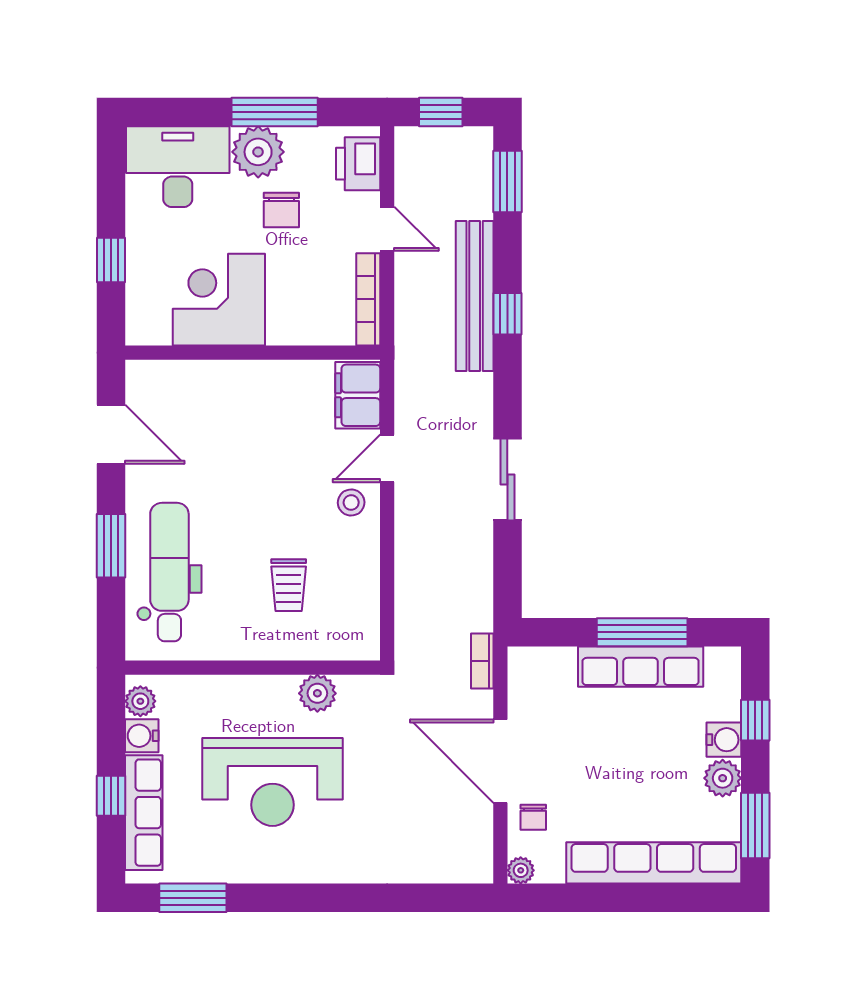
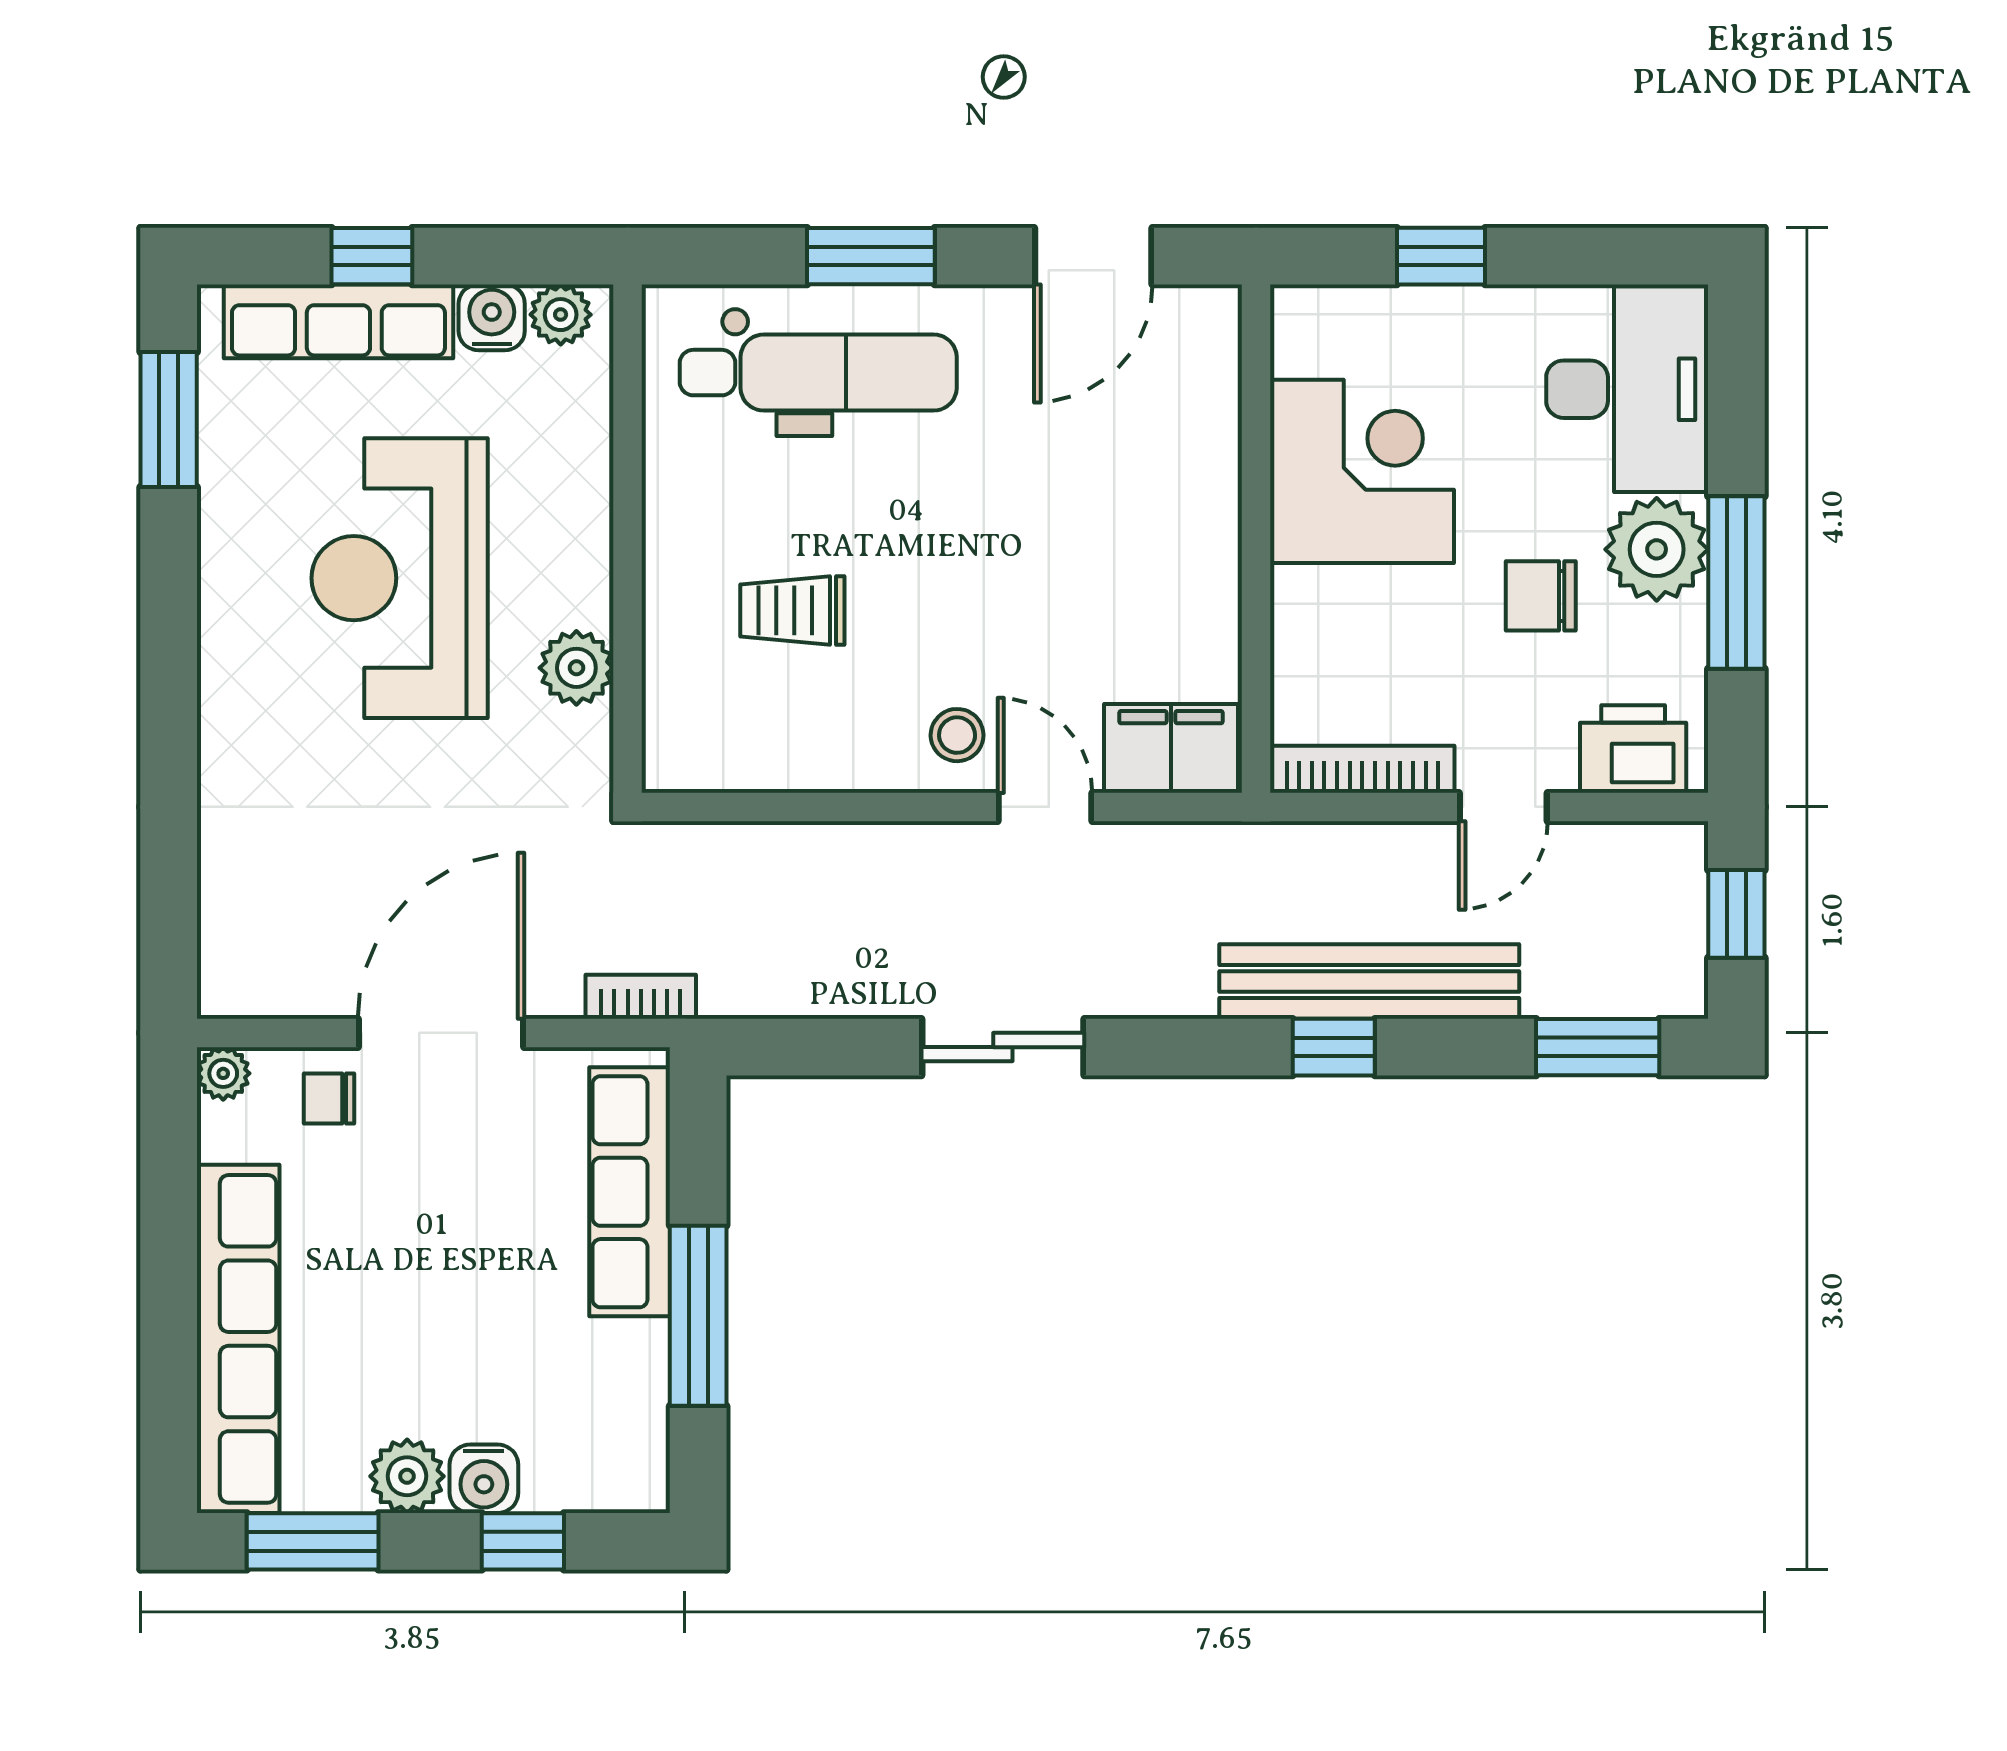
row of seats: (641, 667) -> (630, 1192), moved

